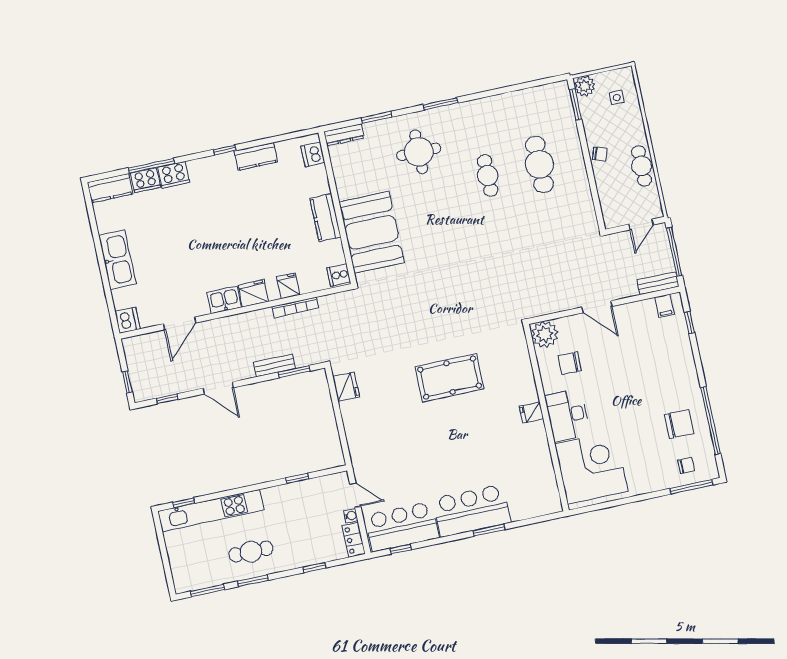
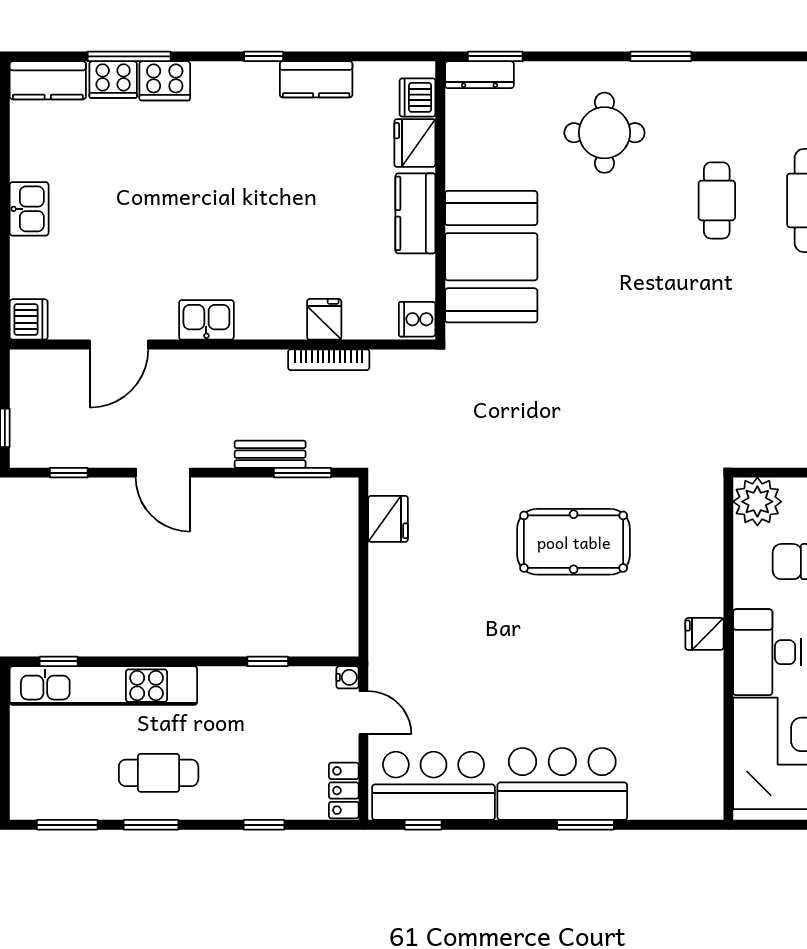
window: (377, 117) -> (495, 56), moved
kitchen sink: (117, 260) -> (29, 209), width x0.53, depth x0.81
fridge: (253, 293) -> (415, 143), moved, turned -90
water cooler: (351, 516) -> (348, 677), moved

